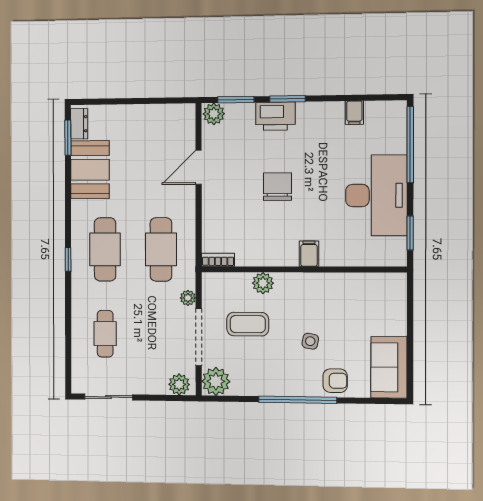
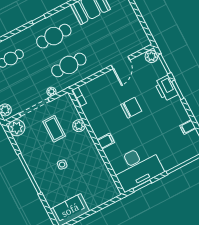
door: (199, 167) -> (120, 63), swing flipped
desk: (376, 195) -> (137, 167), moved
armchair: (335, 381) -> (49, 187), removed

